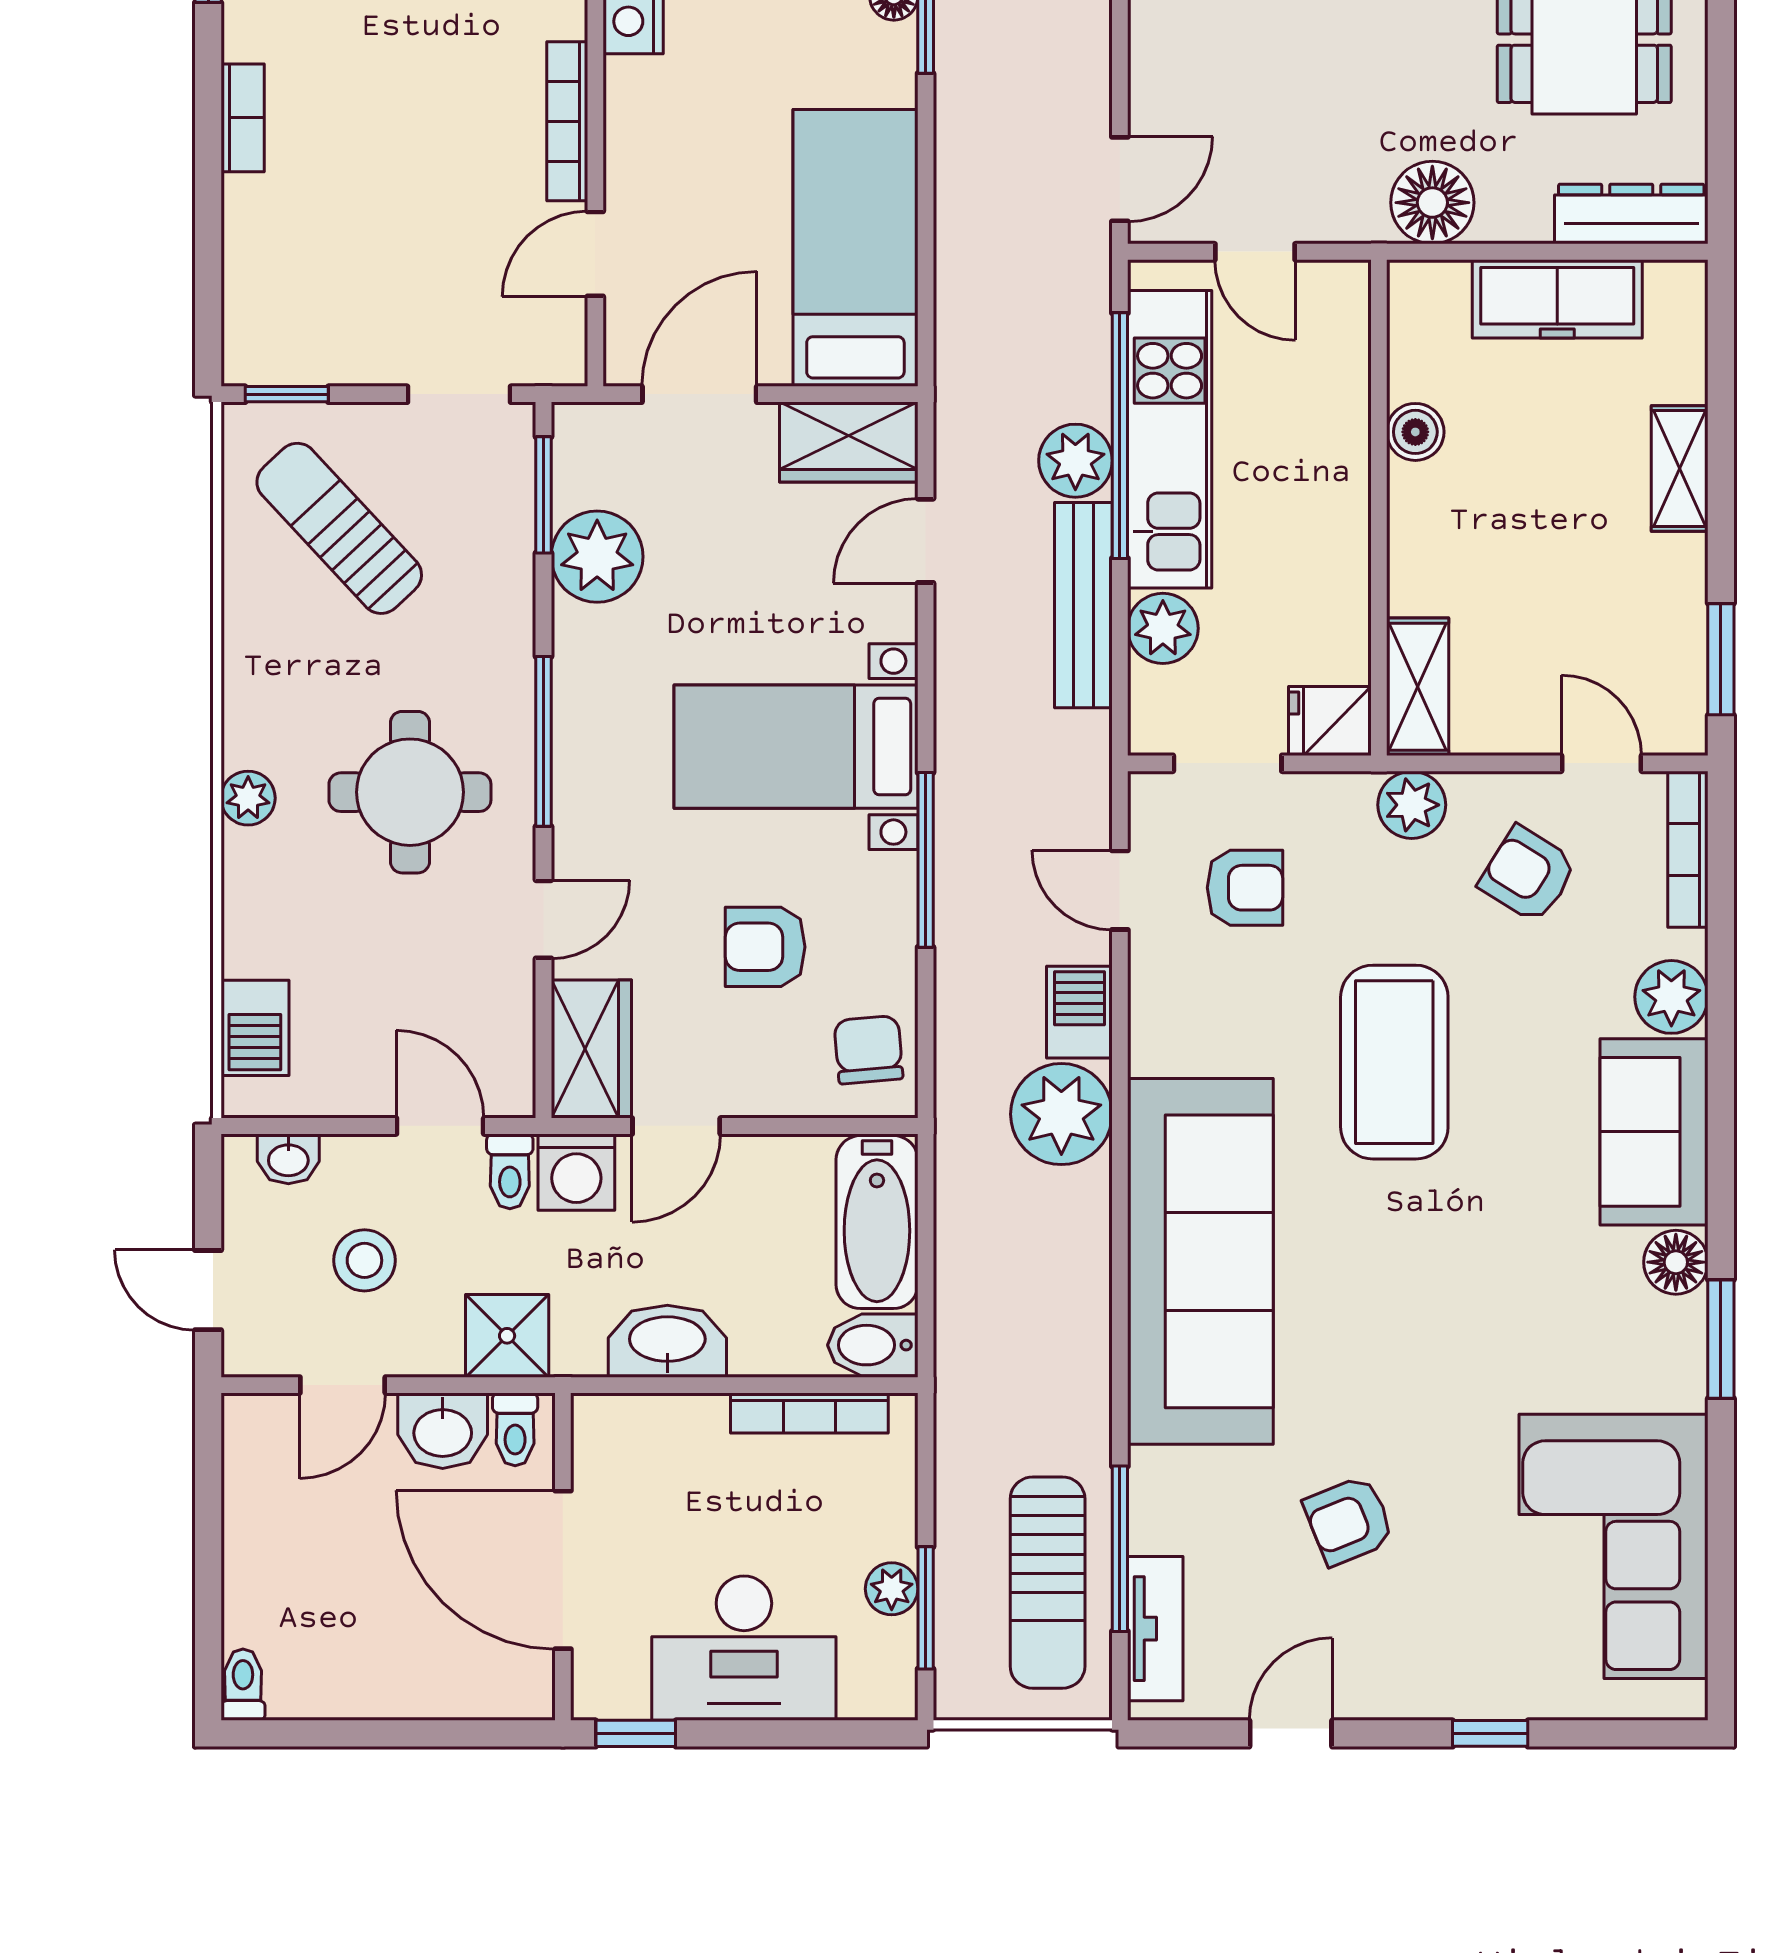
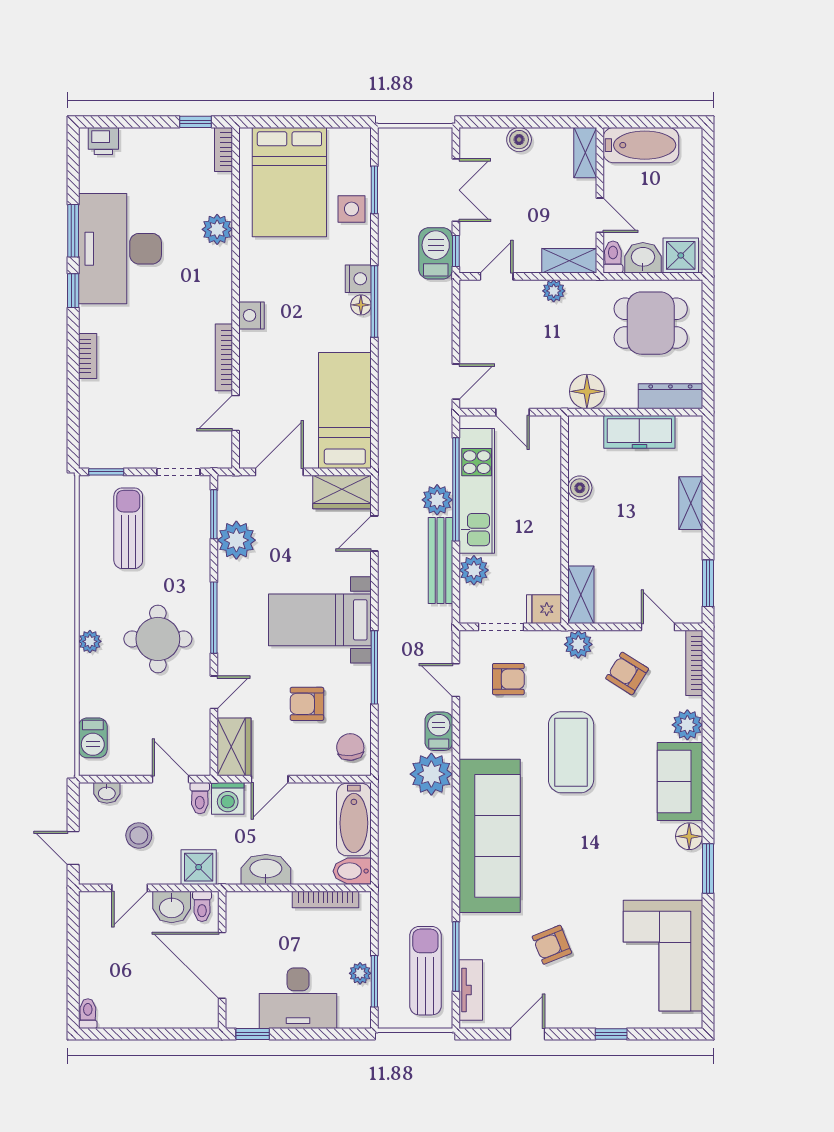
sun lounger: (339, 528) -> (128, 528), turned 43
sun lounger: (1048, 1583) -> (425, 971), turned 180

